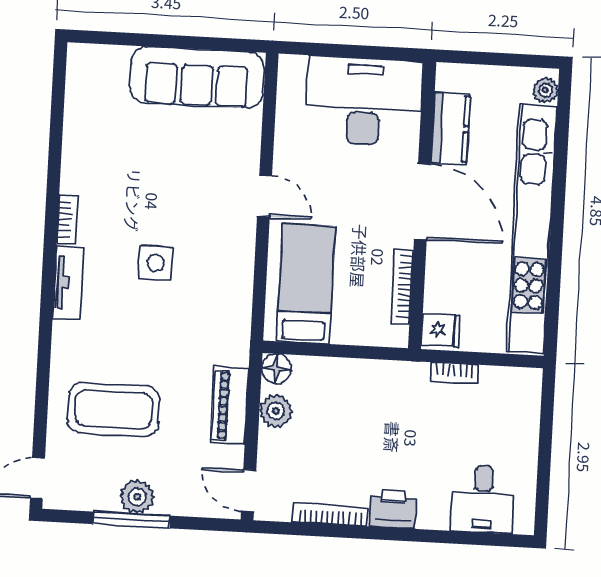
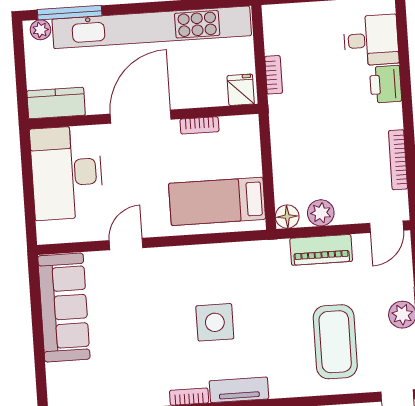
kitchen counter: (450, 128) -> (56, 103), moved
window: (562, 129) -> (70, 13), added
door: (265, 196) -> (126, 244), moved
side table: (156, 263) -> (215, 322), width x1.37, depth x1.37
bookcase: (402, 287) -> (199, 125), width x0.64
printer: (393, 509) -> (386, 84), moved

